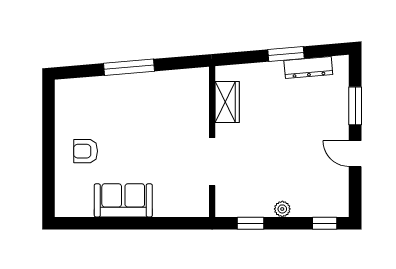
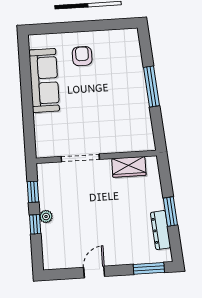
window: (355, 106) -> (149, 268), moved
sofa: (123, 200) -> (44, 80), width x1.36
window: (325, 223) -> (35, 224), moved

